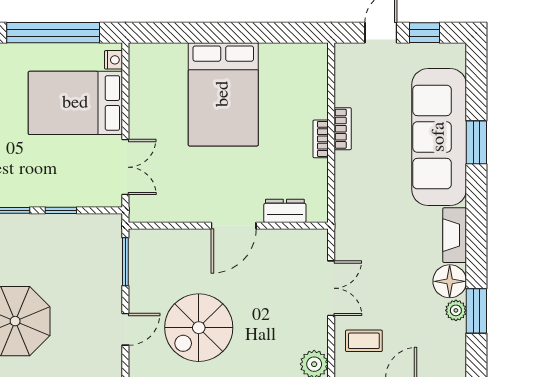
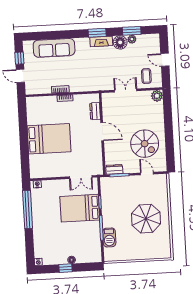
bed: (75, 103) -> (80, 208), moved, turned 90
sofa: (439, 137) -> (54, 48), width x0.74, depth x0.79
window: (476, 142) -> (97, 33), moved
double door: (125, 167) -> (81, 177), swing flipped
dresser: (140, 250) -> (114, 169), added

